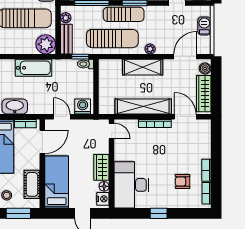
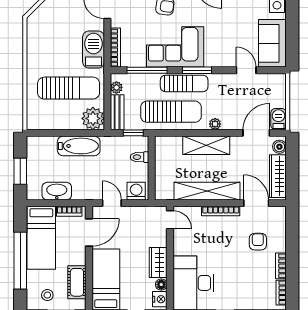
barbecue: (204, 26) -> (279, 119), moved
toilet: (85, 64) -> (140, 157), moved
armchair: (183, 181) -> (258, 242), moved, turned 90

